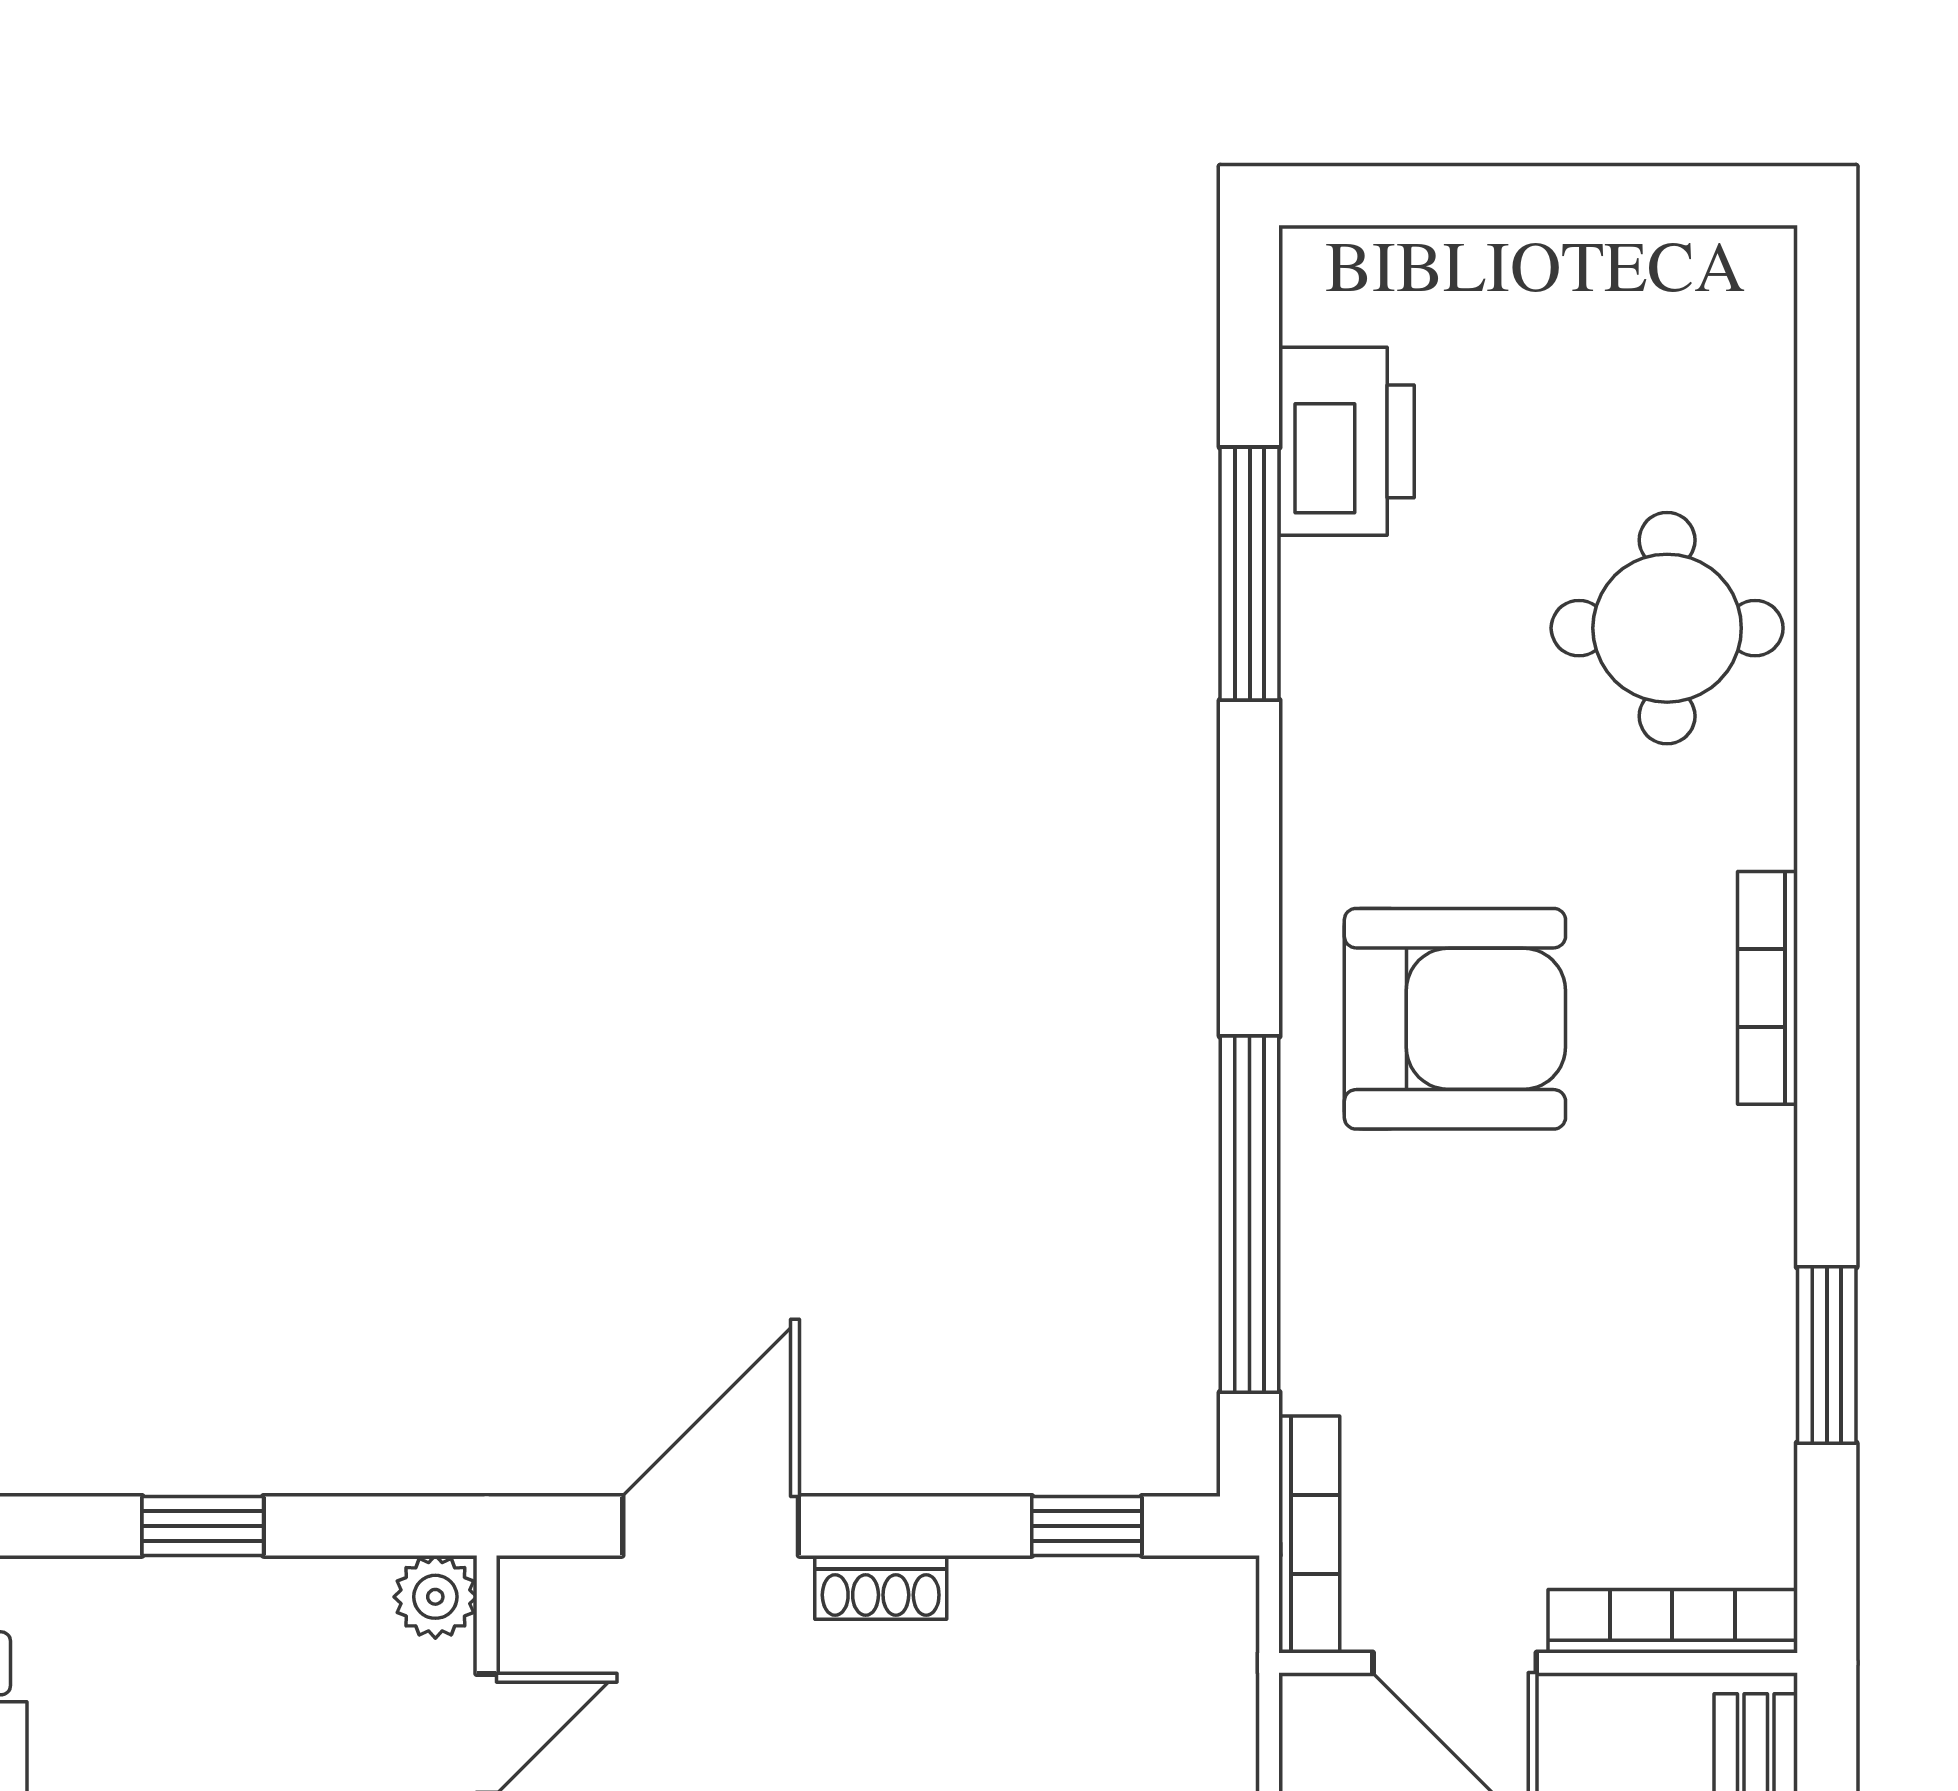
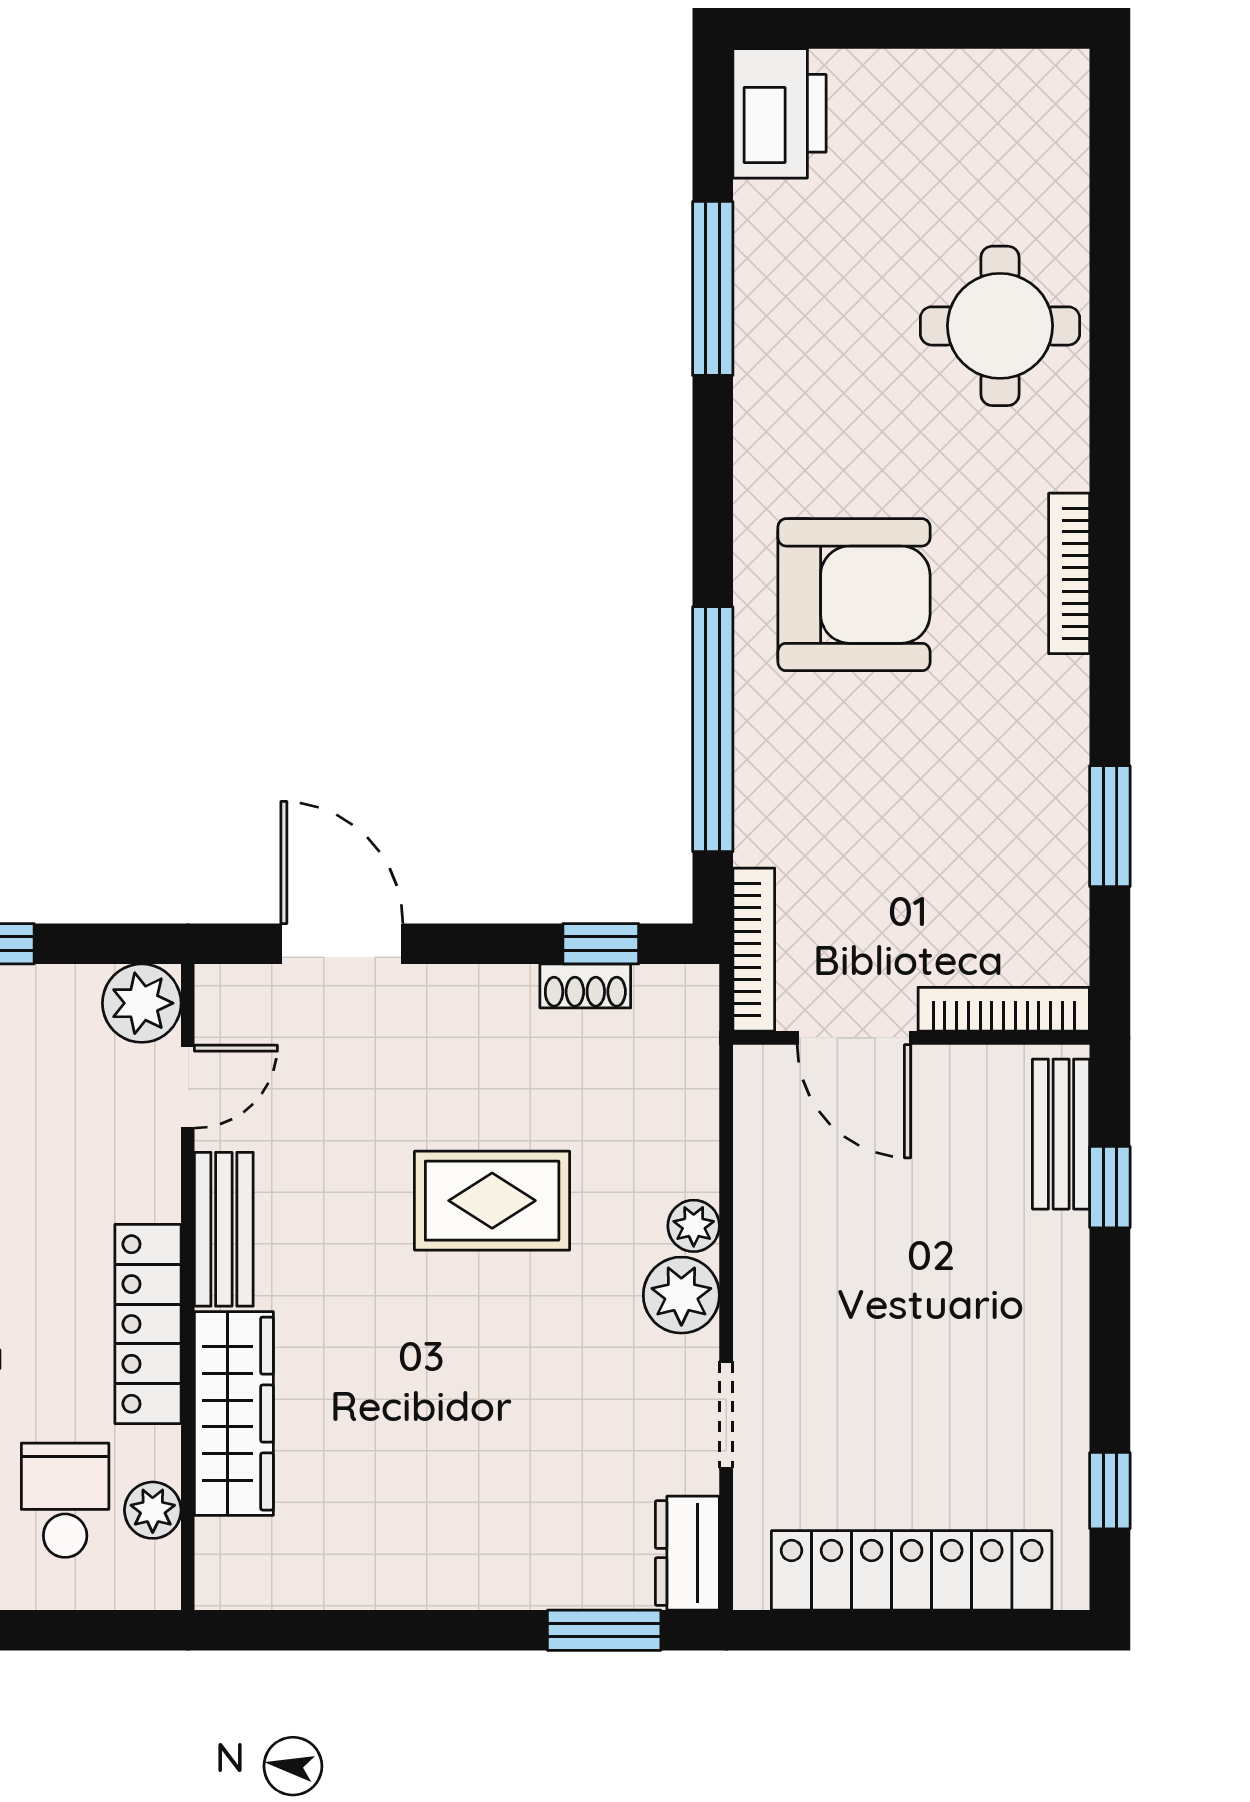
printer: (1347, 441) -> (779, 113), moved
door: (711, 1526) -> (342, 944), hinge flipped
shoe rack: (881, 1587) -> (585, 986), moved
plant: (435, 1597) -> (142, 1003), width x1.38, depth x1.38

